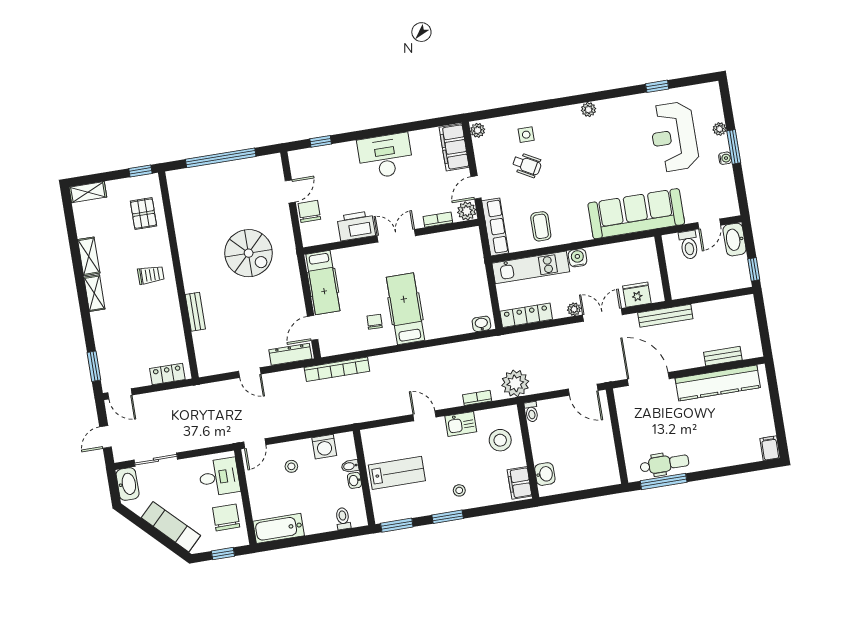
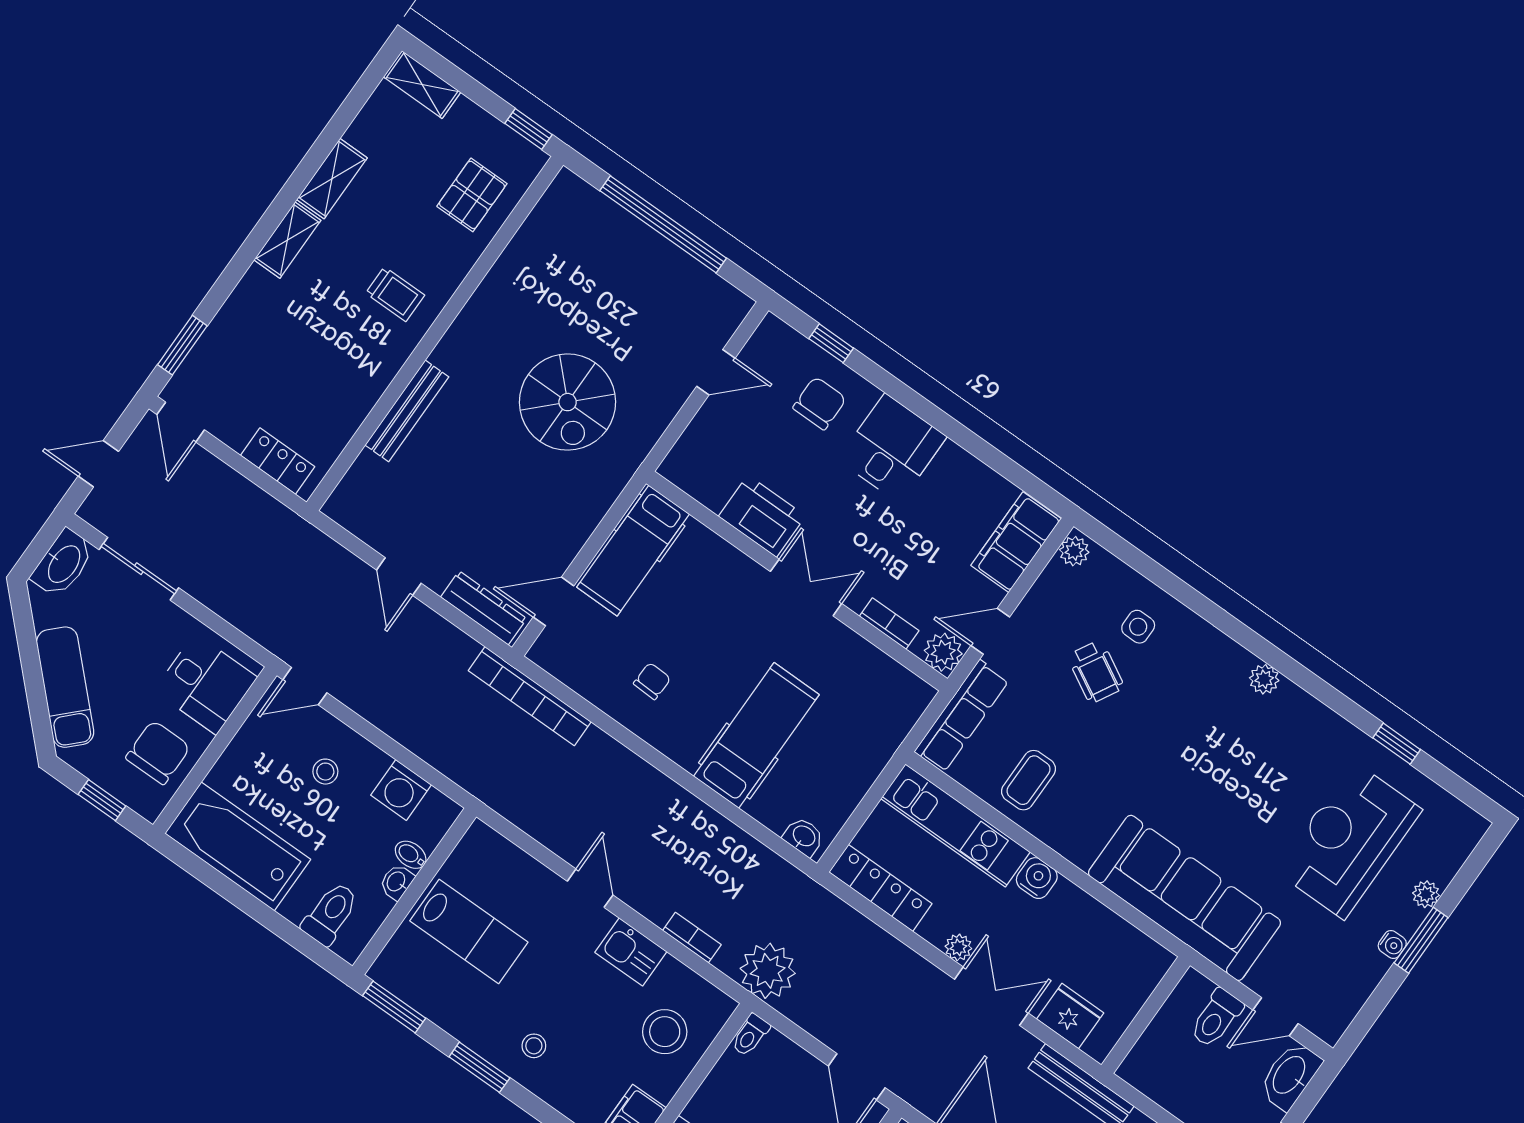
desk: (385, 156) -> (892, 448), width x0.73
chair: (309, 211) -> (820, 403), moved
hospital bed: (405, 309) -> (756, 735), moved
bench: (195, 312) -> (407, 411), width x1.36
toilet: (343, 519) -> (330, 914), width x1.37, depth x1.39
bathtub: (279, 528) -> (238, 846), width x1.36, depth x1.36

